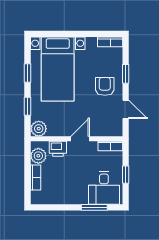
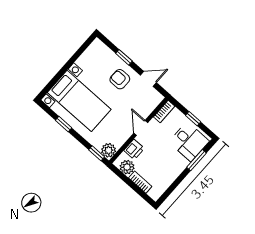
bookcase: (110, 42) -> (93, 48), removed
window: (28, 106) -> (97, 153), moved

